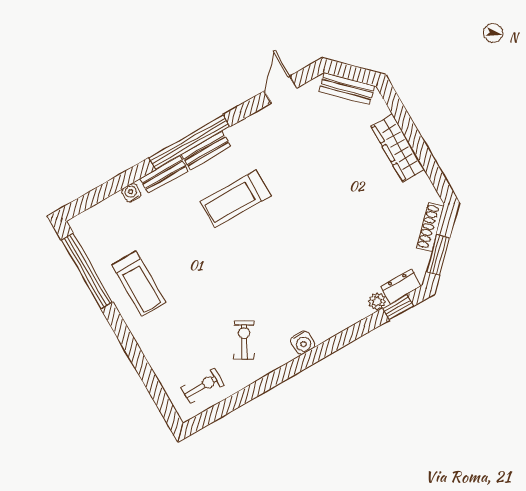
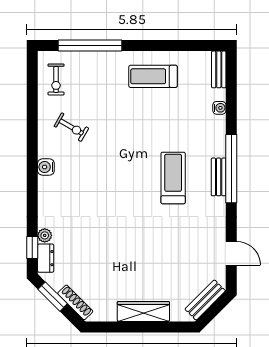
bench: (164, 175) -> (219, 69), moved
window: (87, 271) -> (90, 46), moved

